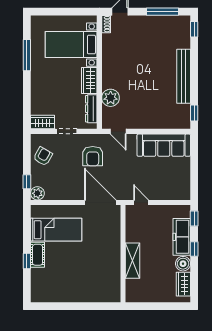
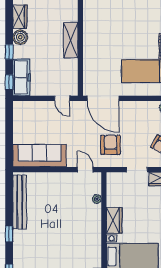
bench: (184, 76) -> (20, 202), moved
plant: (111, 98) -> (97, 199), width x0.53, depth x0.53
dresser: (91, 109) -> (112, 192), removed
window: (194, 113) -> (9, 234), moved
freezer: (182, 237) -> (21, 77), moved

